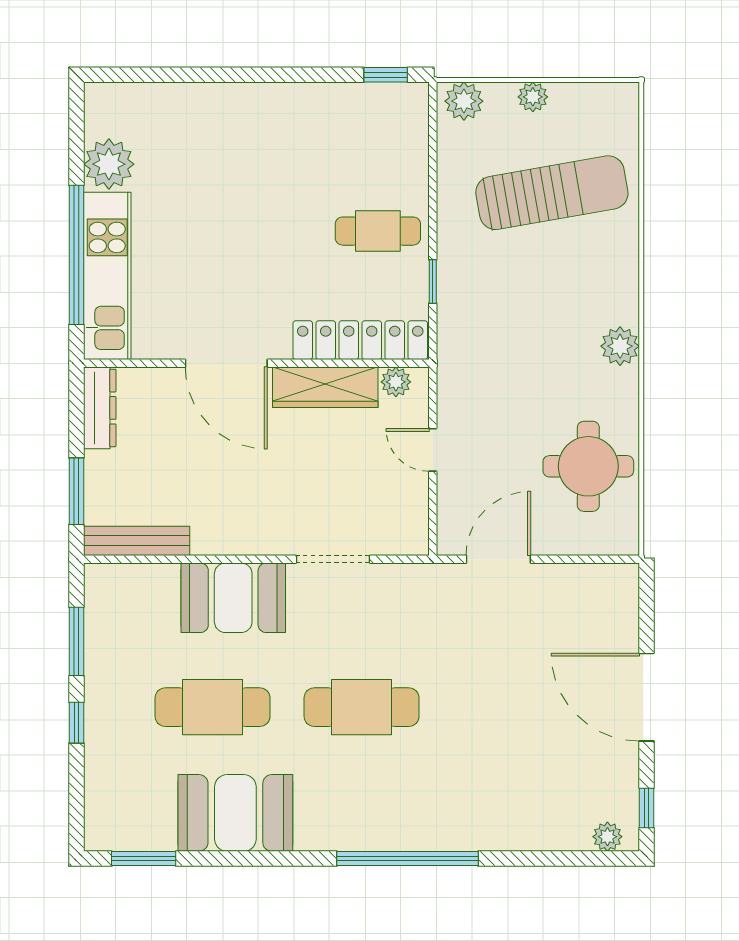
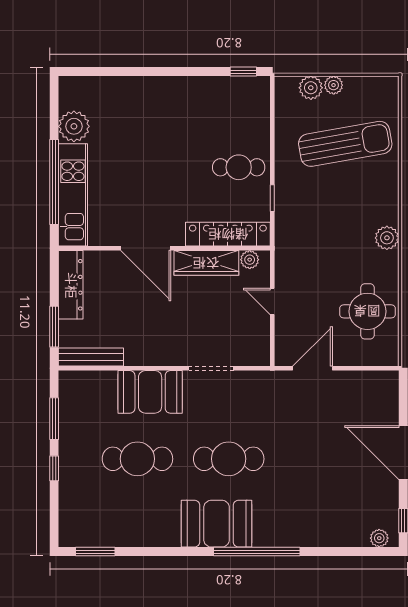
plant: (464, 101) -> (311, 88), moved
dresser: (100, 408) -> (71, 285), width x1.37, depth x1.24
booth: (235, 813) -> (217, 524), moved

